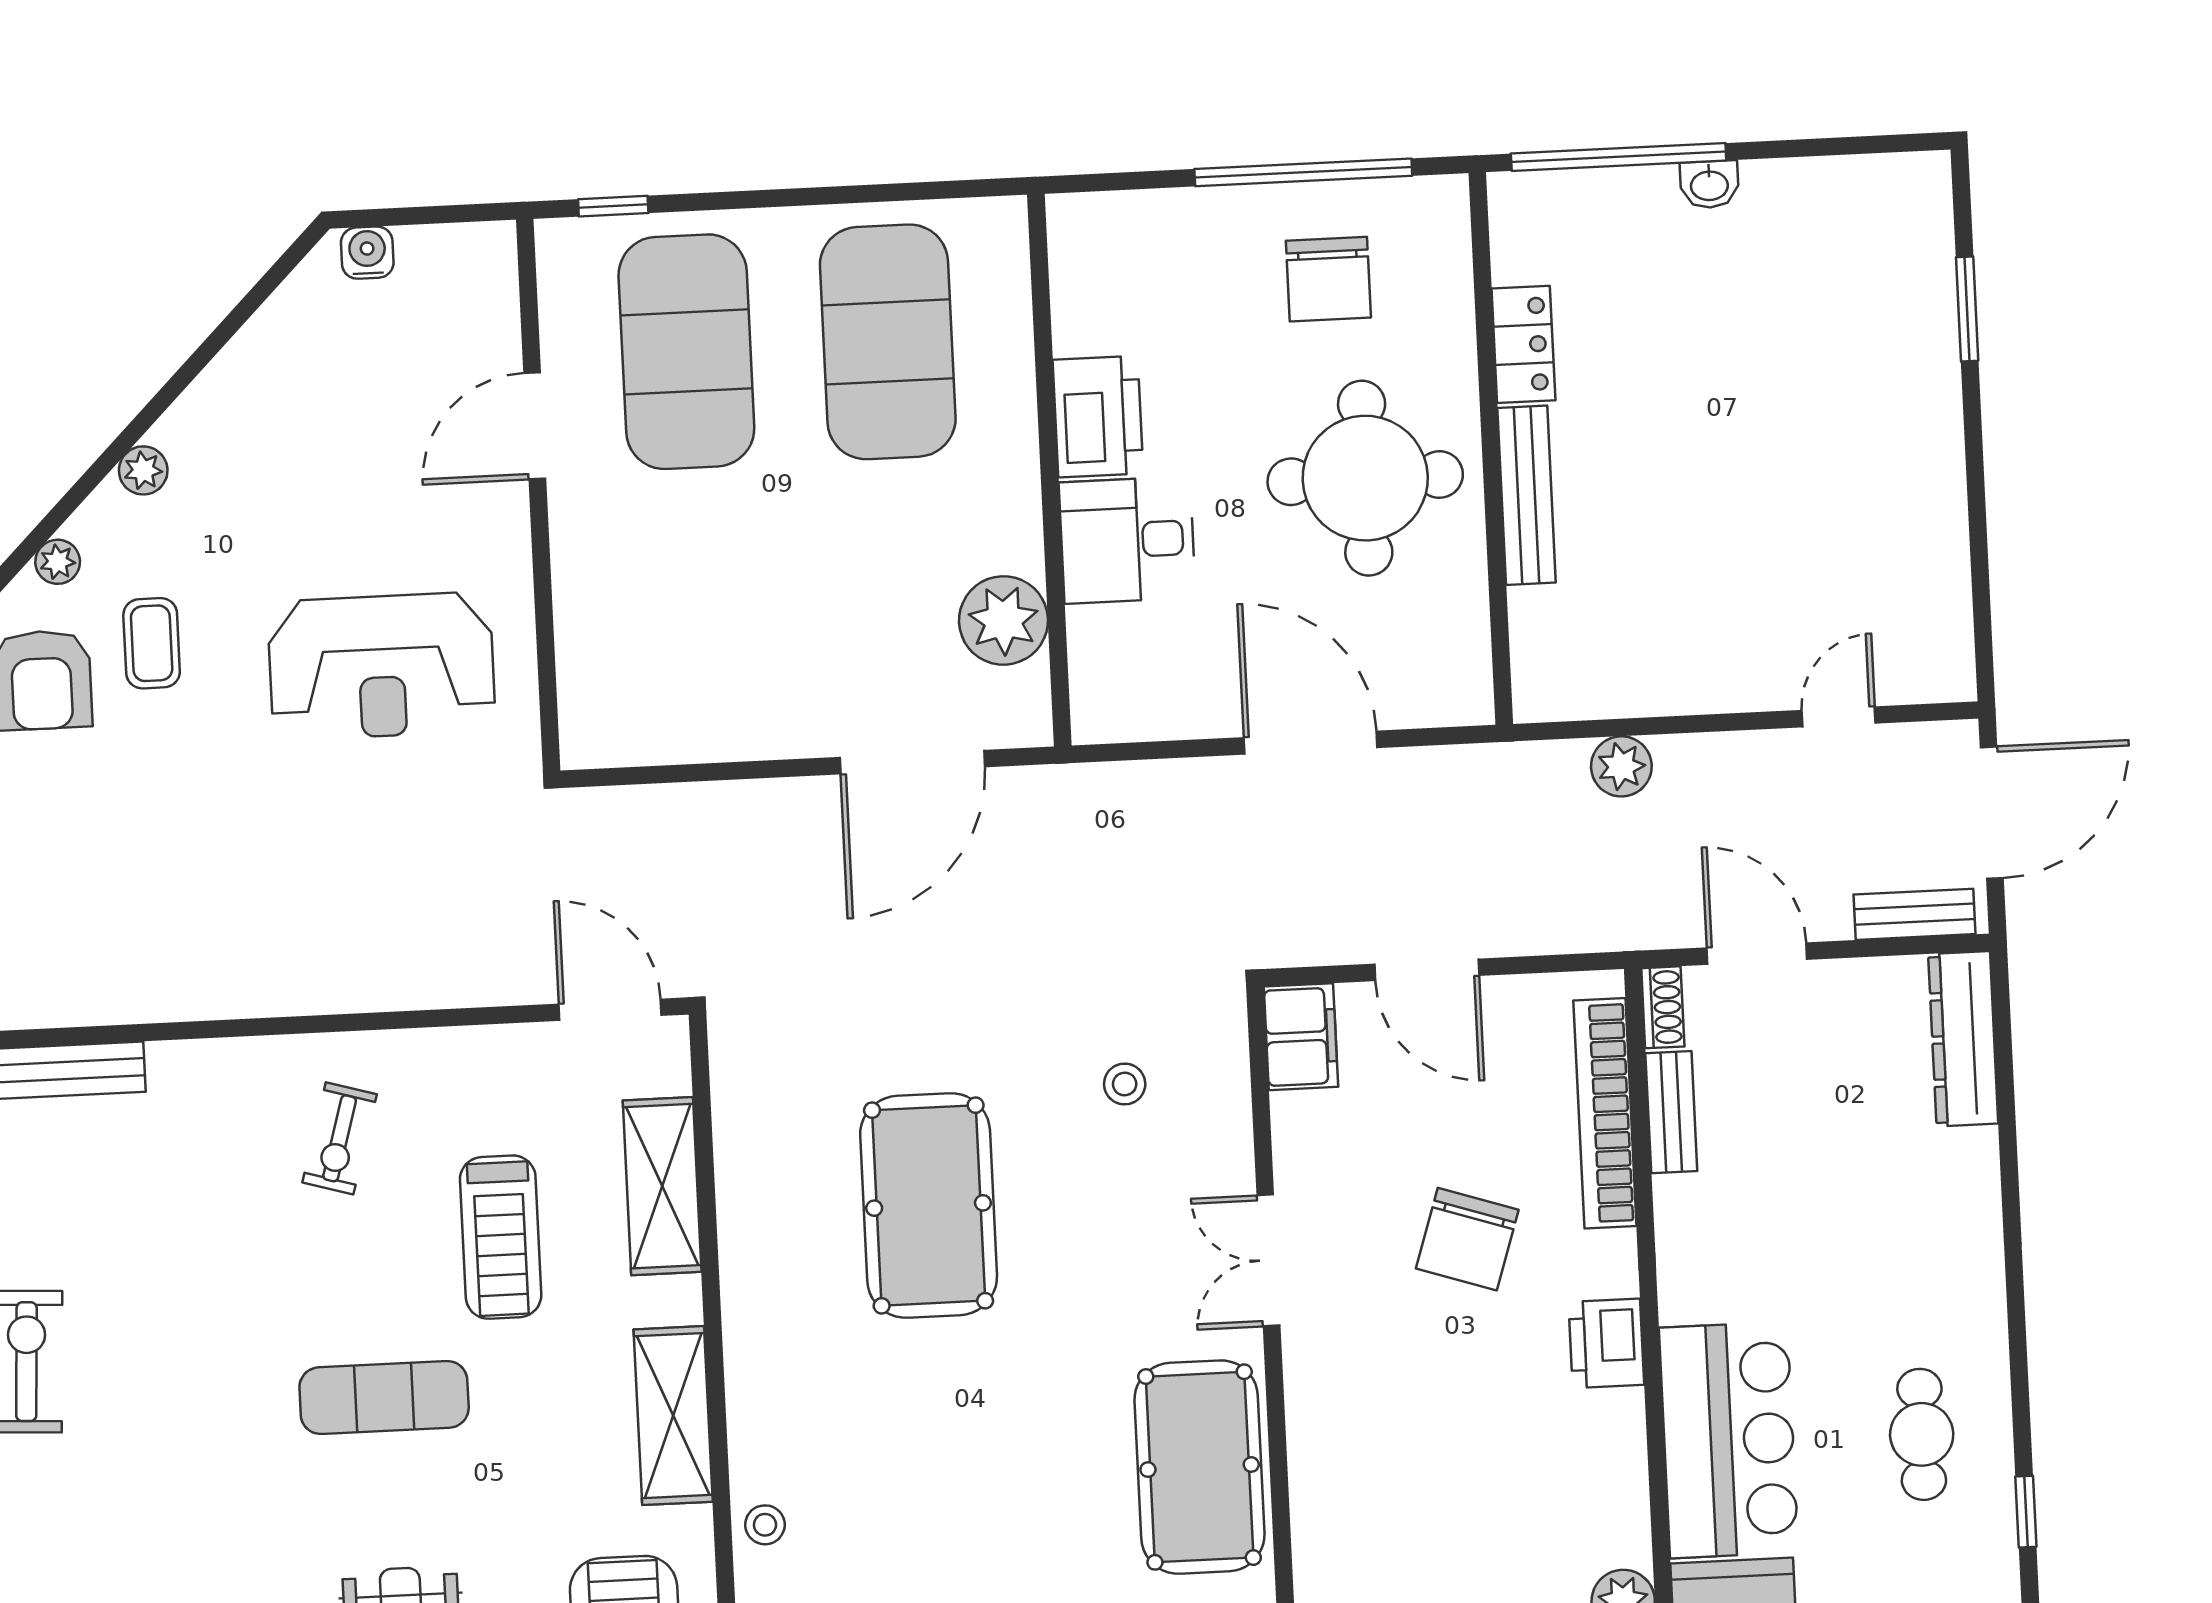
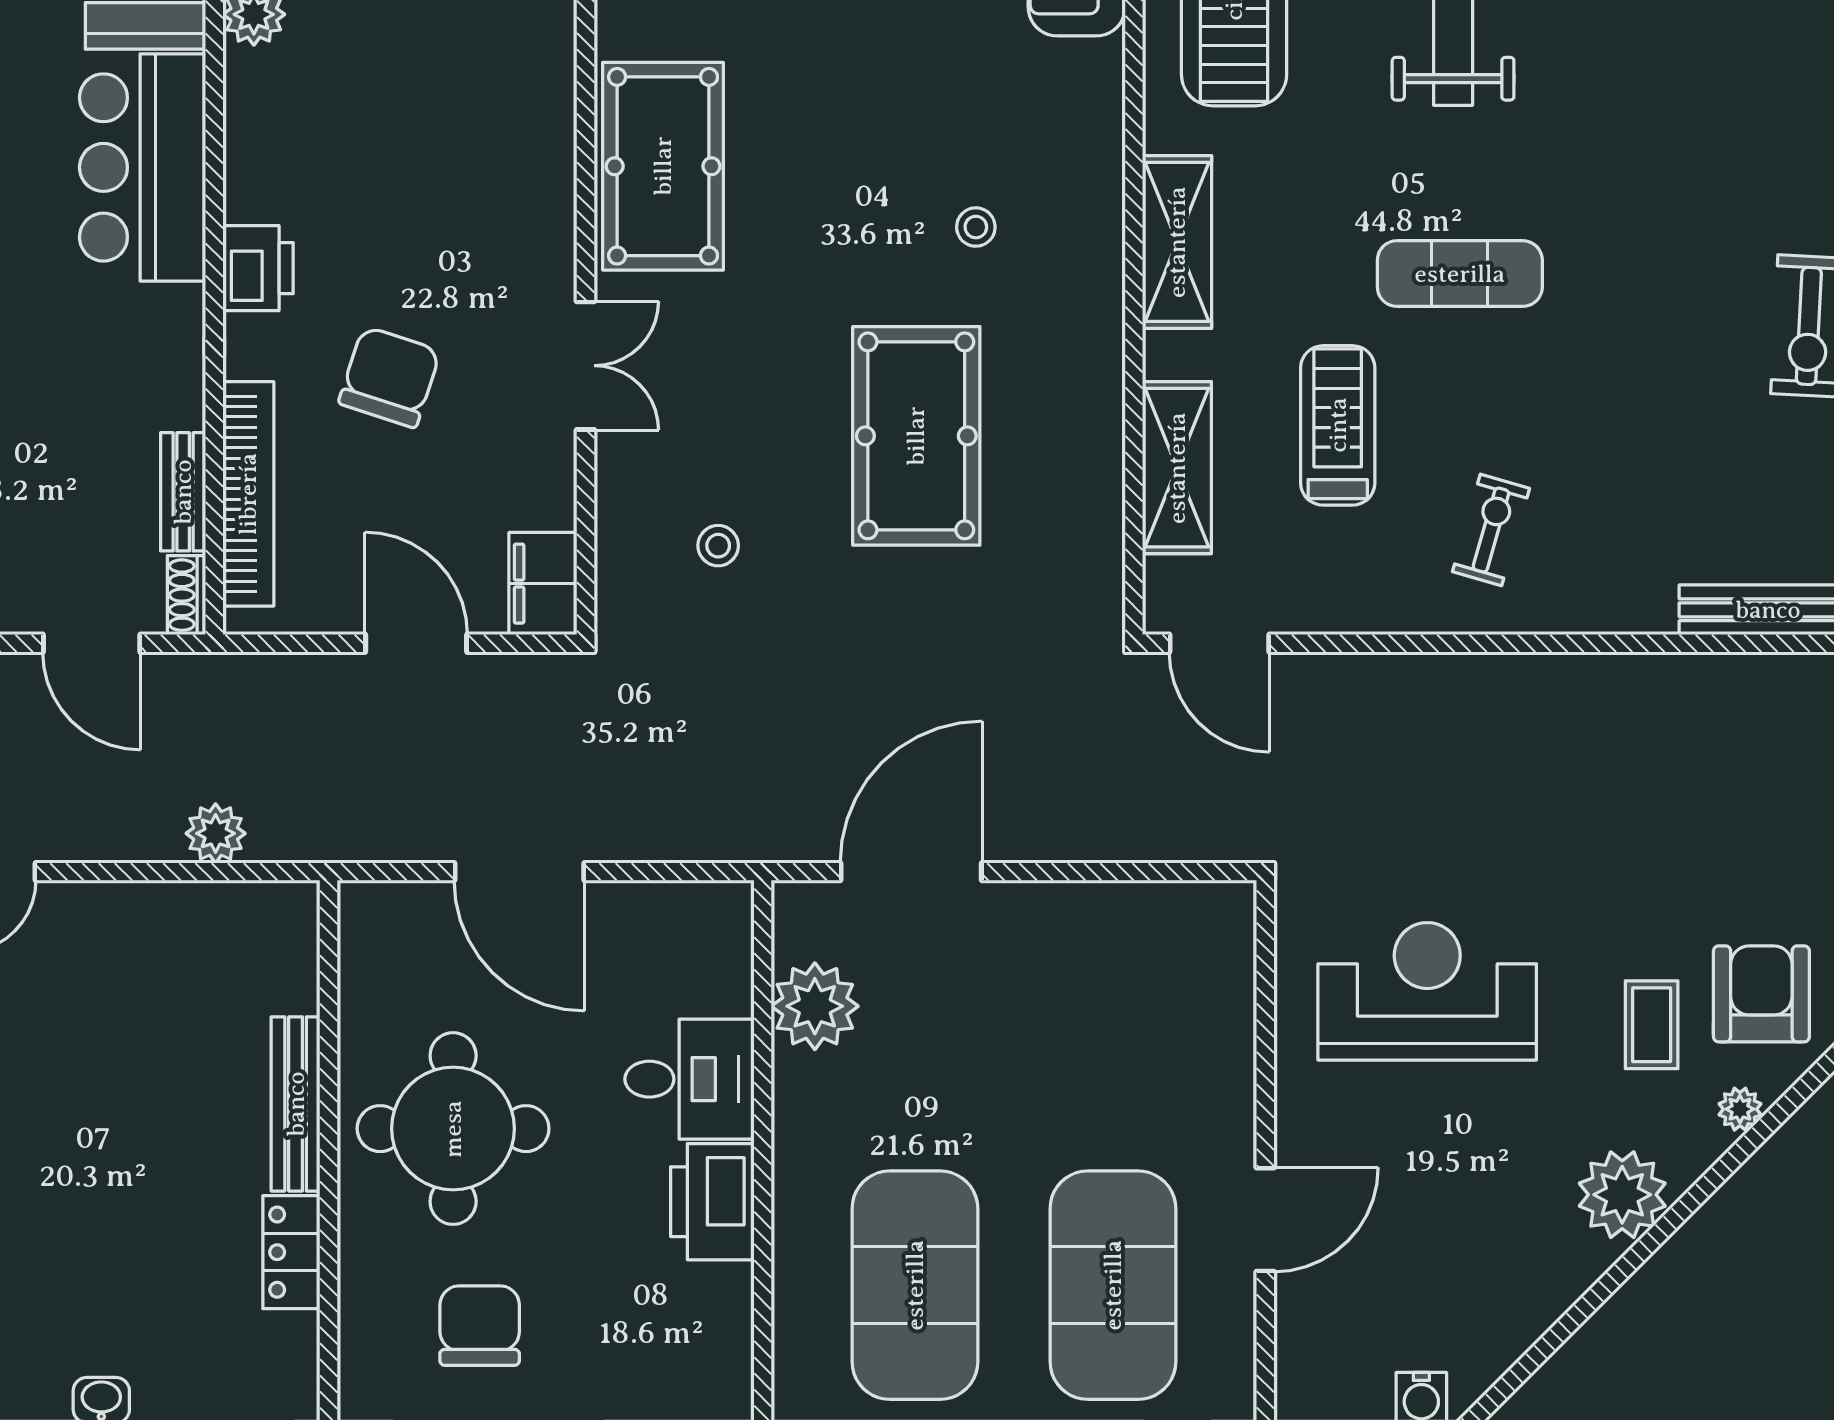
plant: (143, 470) -> (1622, 1195), width x1.88, depth x1.88
stool: (765, 1525) -> (976, 227), moved

